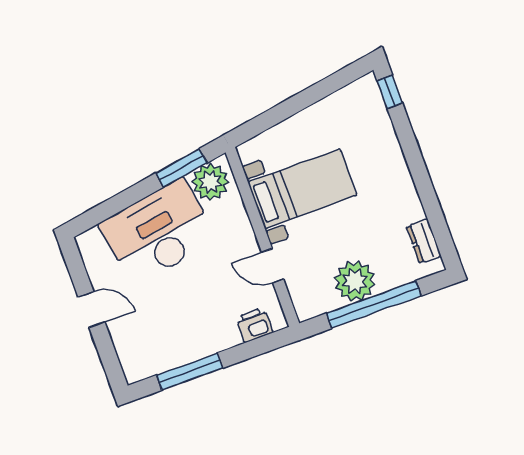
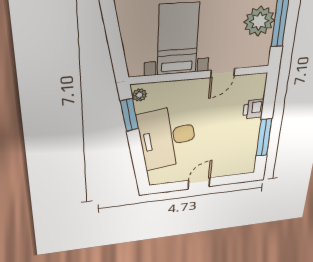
plant: (210, 182) -> (139, 95), width x0.53, depth x0.53
printer: (254, 325) -> (253, 109), moved

